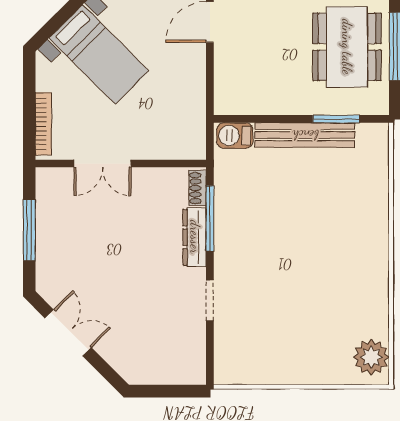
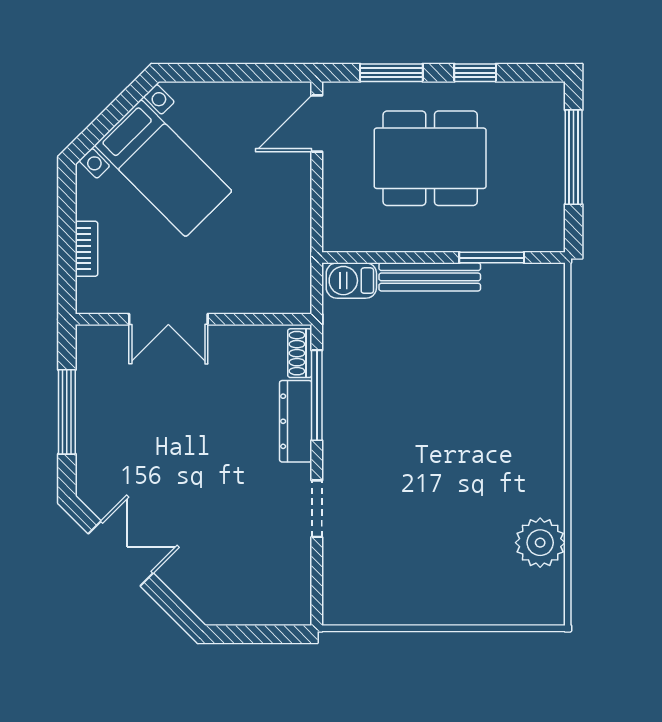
dining table: (347, 47) -> (430, 158), moved, turned 90
bookcase: (43, 124) -> (87, 249), width x0.64
bench: (305, 135) -> (430, 277), width x0.73, depth x0.82
plant: (371, 357) -> (540, 543), moved

